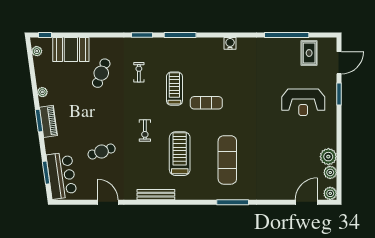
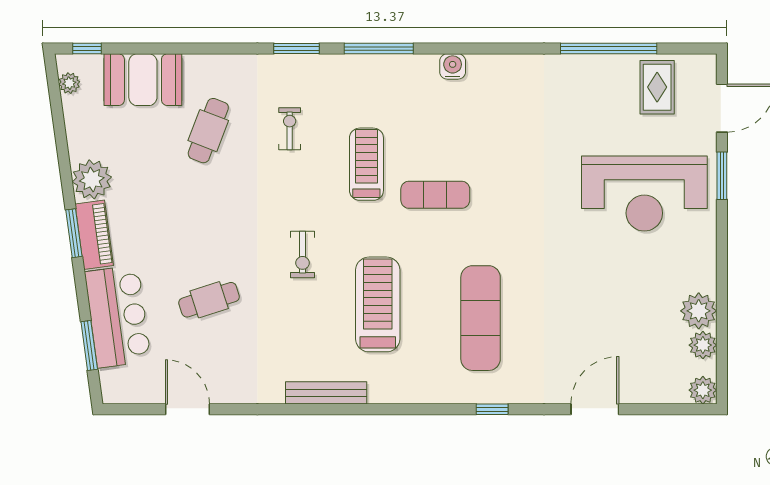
water cooler: (230, 43) -> (453, 66), moved
plant: (42, 92) -> (92, 179), width x1.88, depth x1.88
reception desk: (303, 102) -> (644, 193), width x1.36, depth x1.30
bar counter: (62, 176) -> (118, 316), moved
door: (108, 202) -> (188, 409), moved
window: (233, 202) -> (492, 409), width x0.46
door: (306, 202) -> (595, 409), moved

